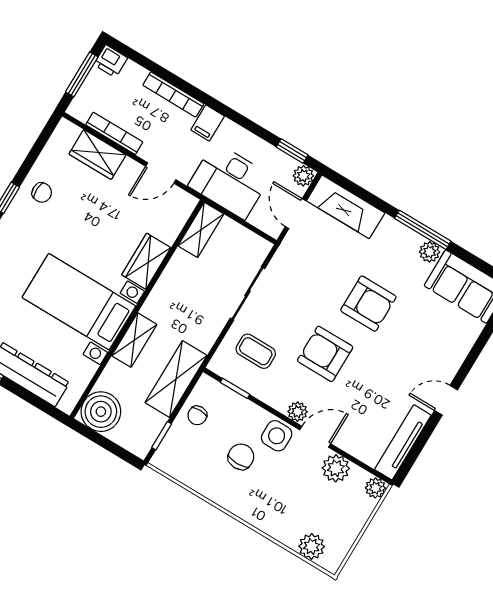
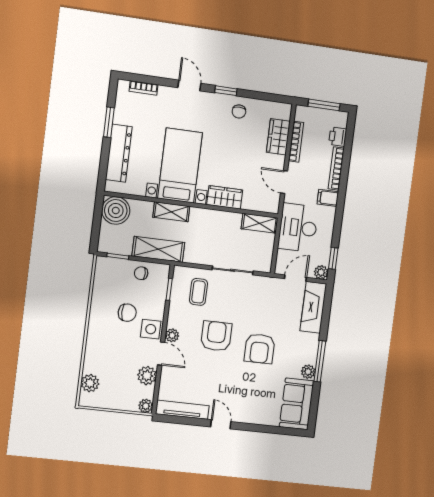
printer: (111, 61) -> (338, 137), moved

